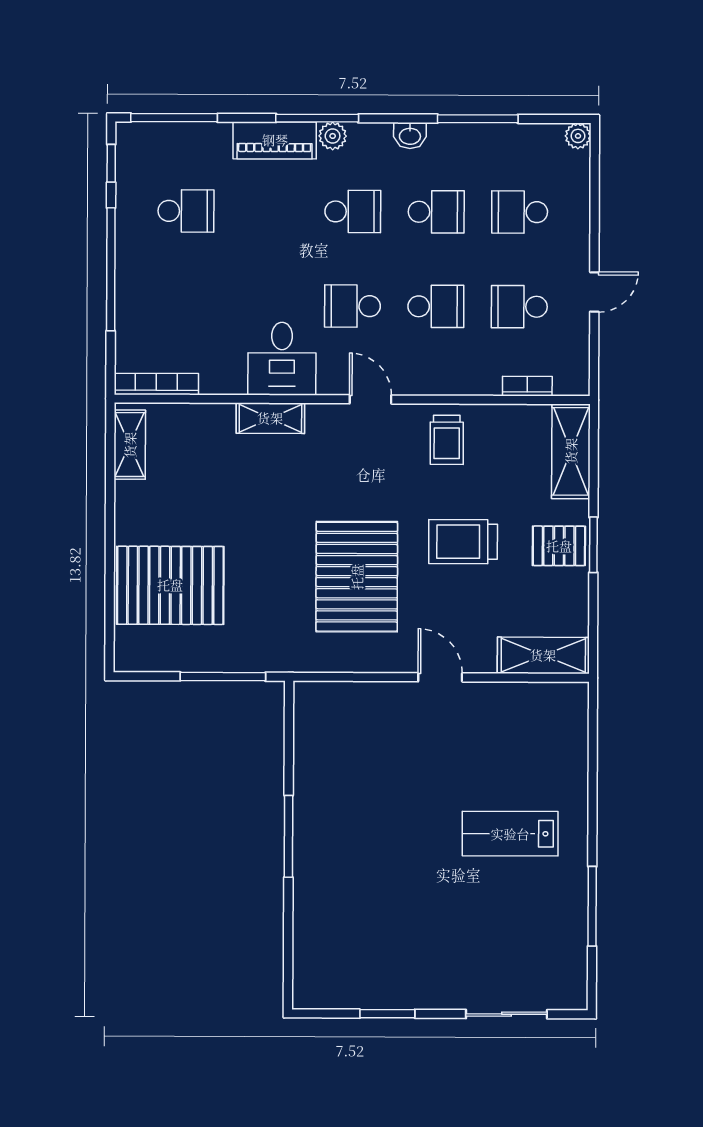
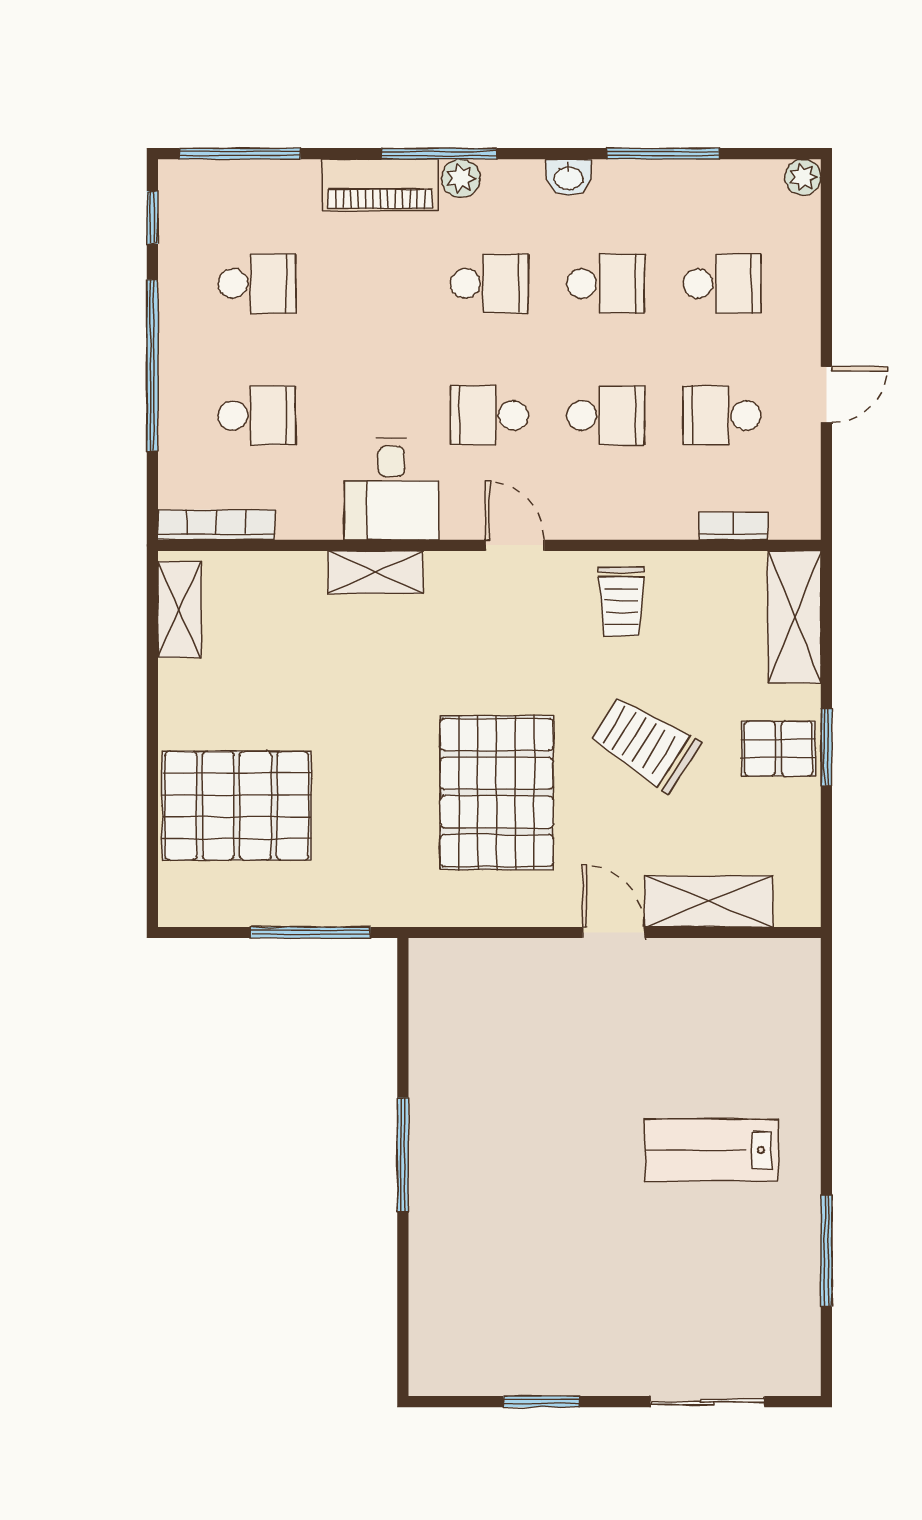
school desk: (520, 212) -> (722, 284), turned 180
school desk: (186, 305) -> (257, 415), added
trolley: (463, 542) -> (645, 743), turned 32
shelving: (543, 655) -> (709, 902), moved

